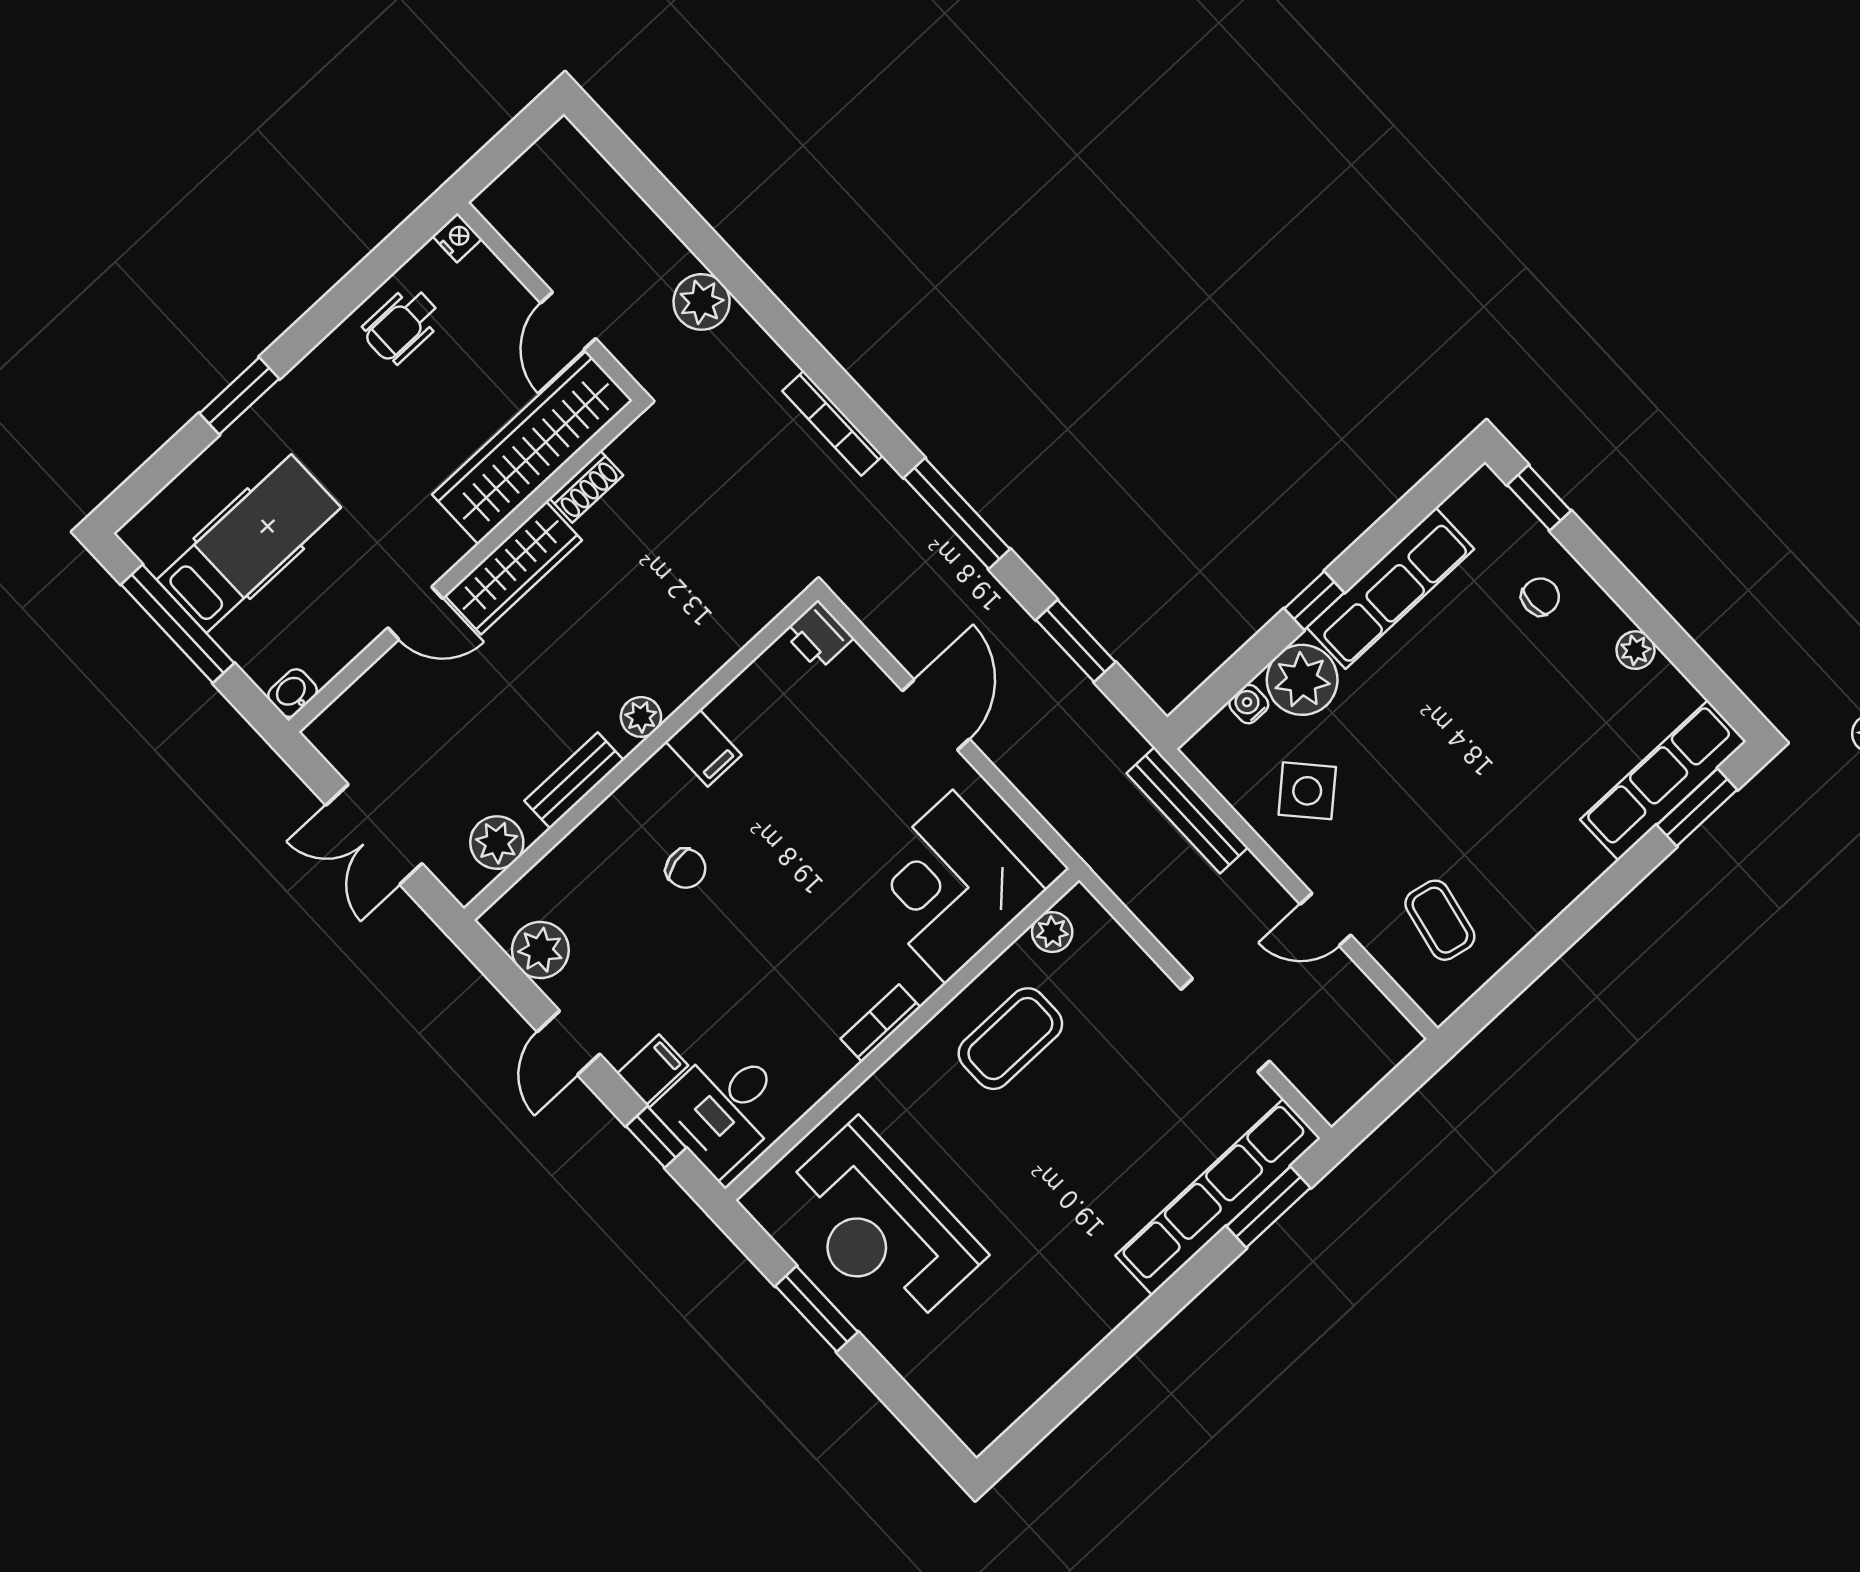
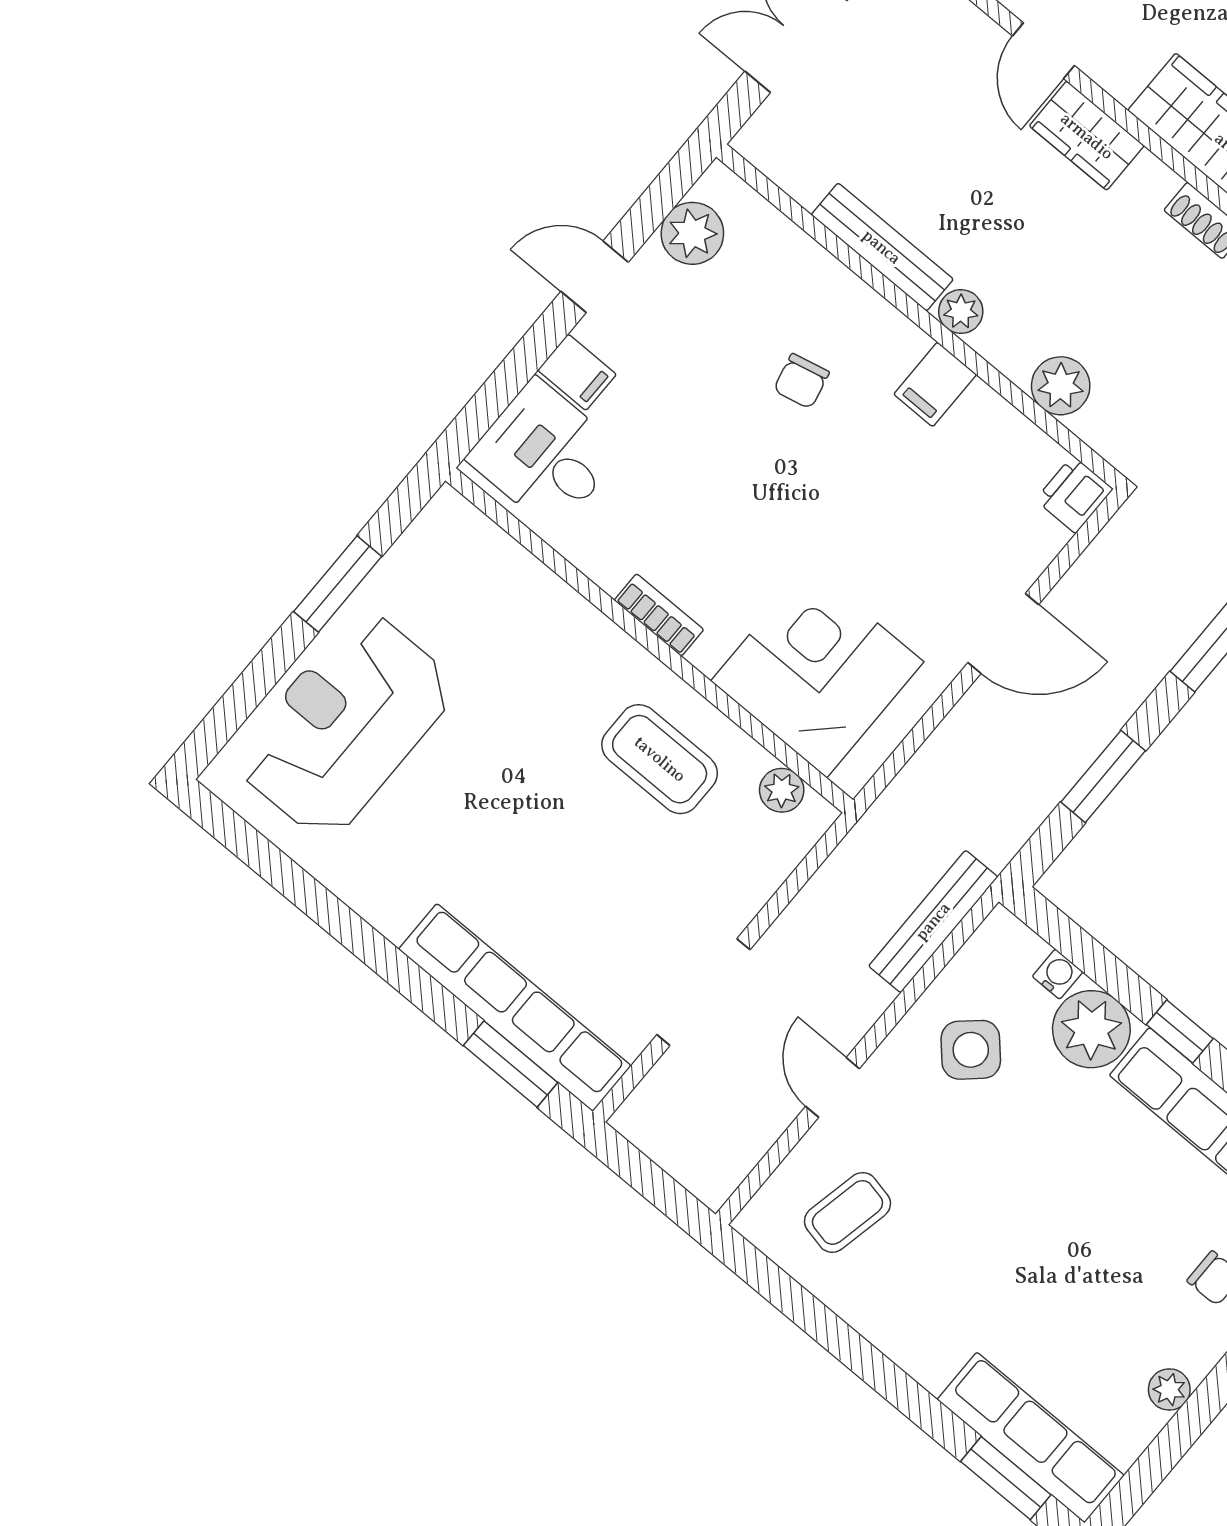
wardrobe: (513, 568) -> (1087, 136), width x0.67
bench: (574, 780) -> (882, 247), width x1.36
plant: (497, 843) -> (1061, 386), moved
window: (656, 1137) -> (504, 385), removed
reception desk: (880, 1226) -> (345, 725), moved

